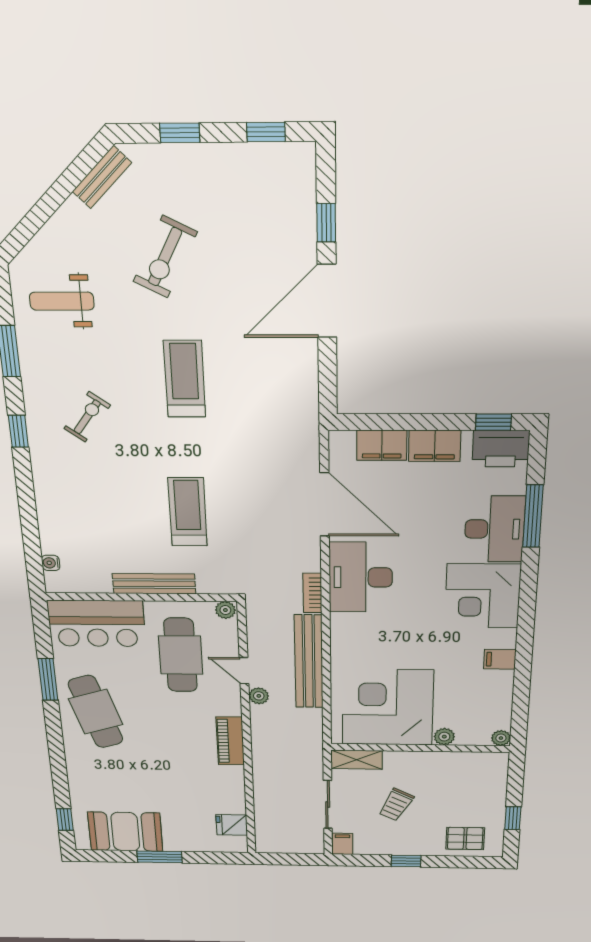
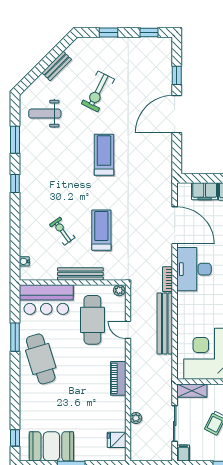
bench: (102, 177) -> (57, 66), moved
exercise bike: (87, 417) -> (62, 231), moved, turned -72
plant: (259, 696) -> (136, 418), moved

